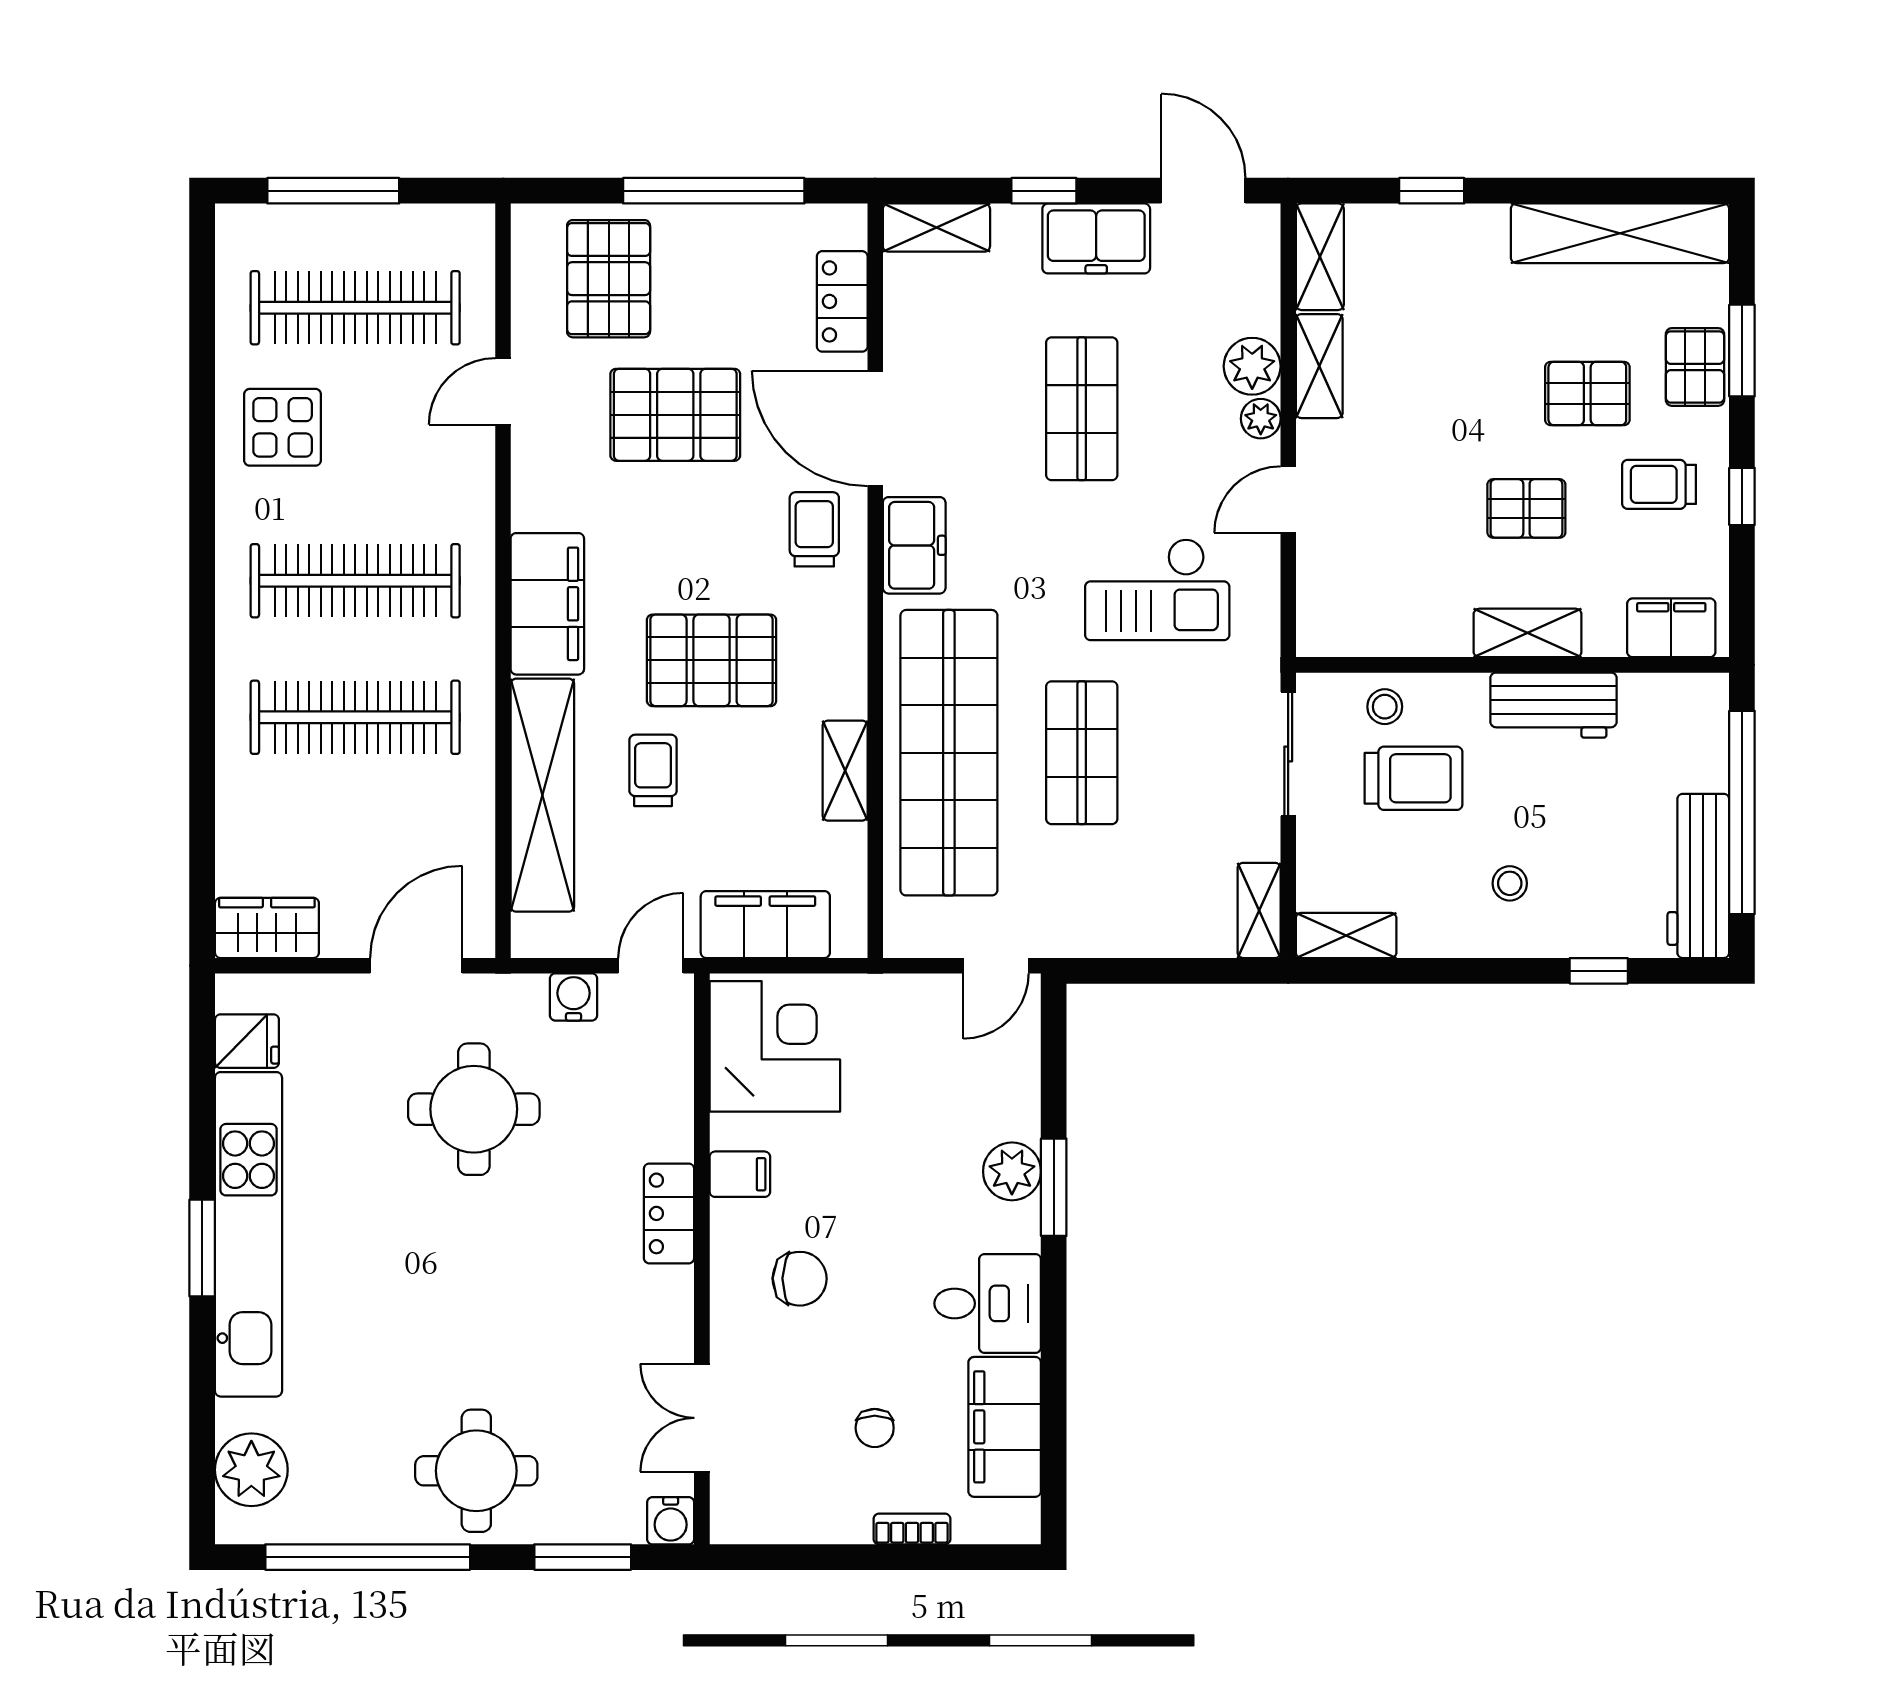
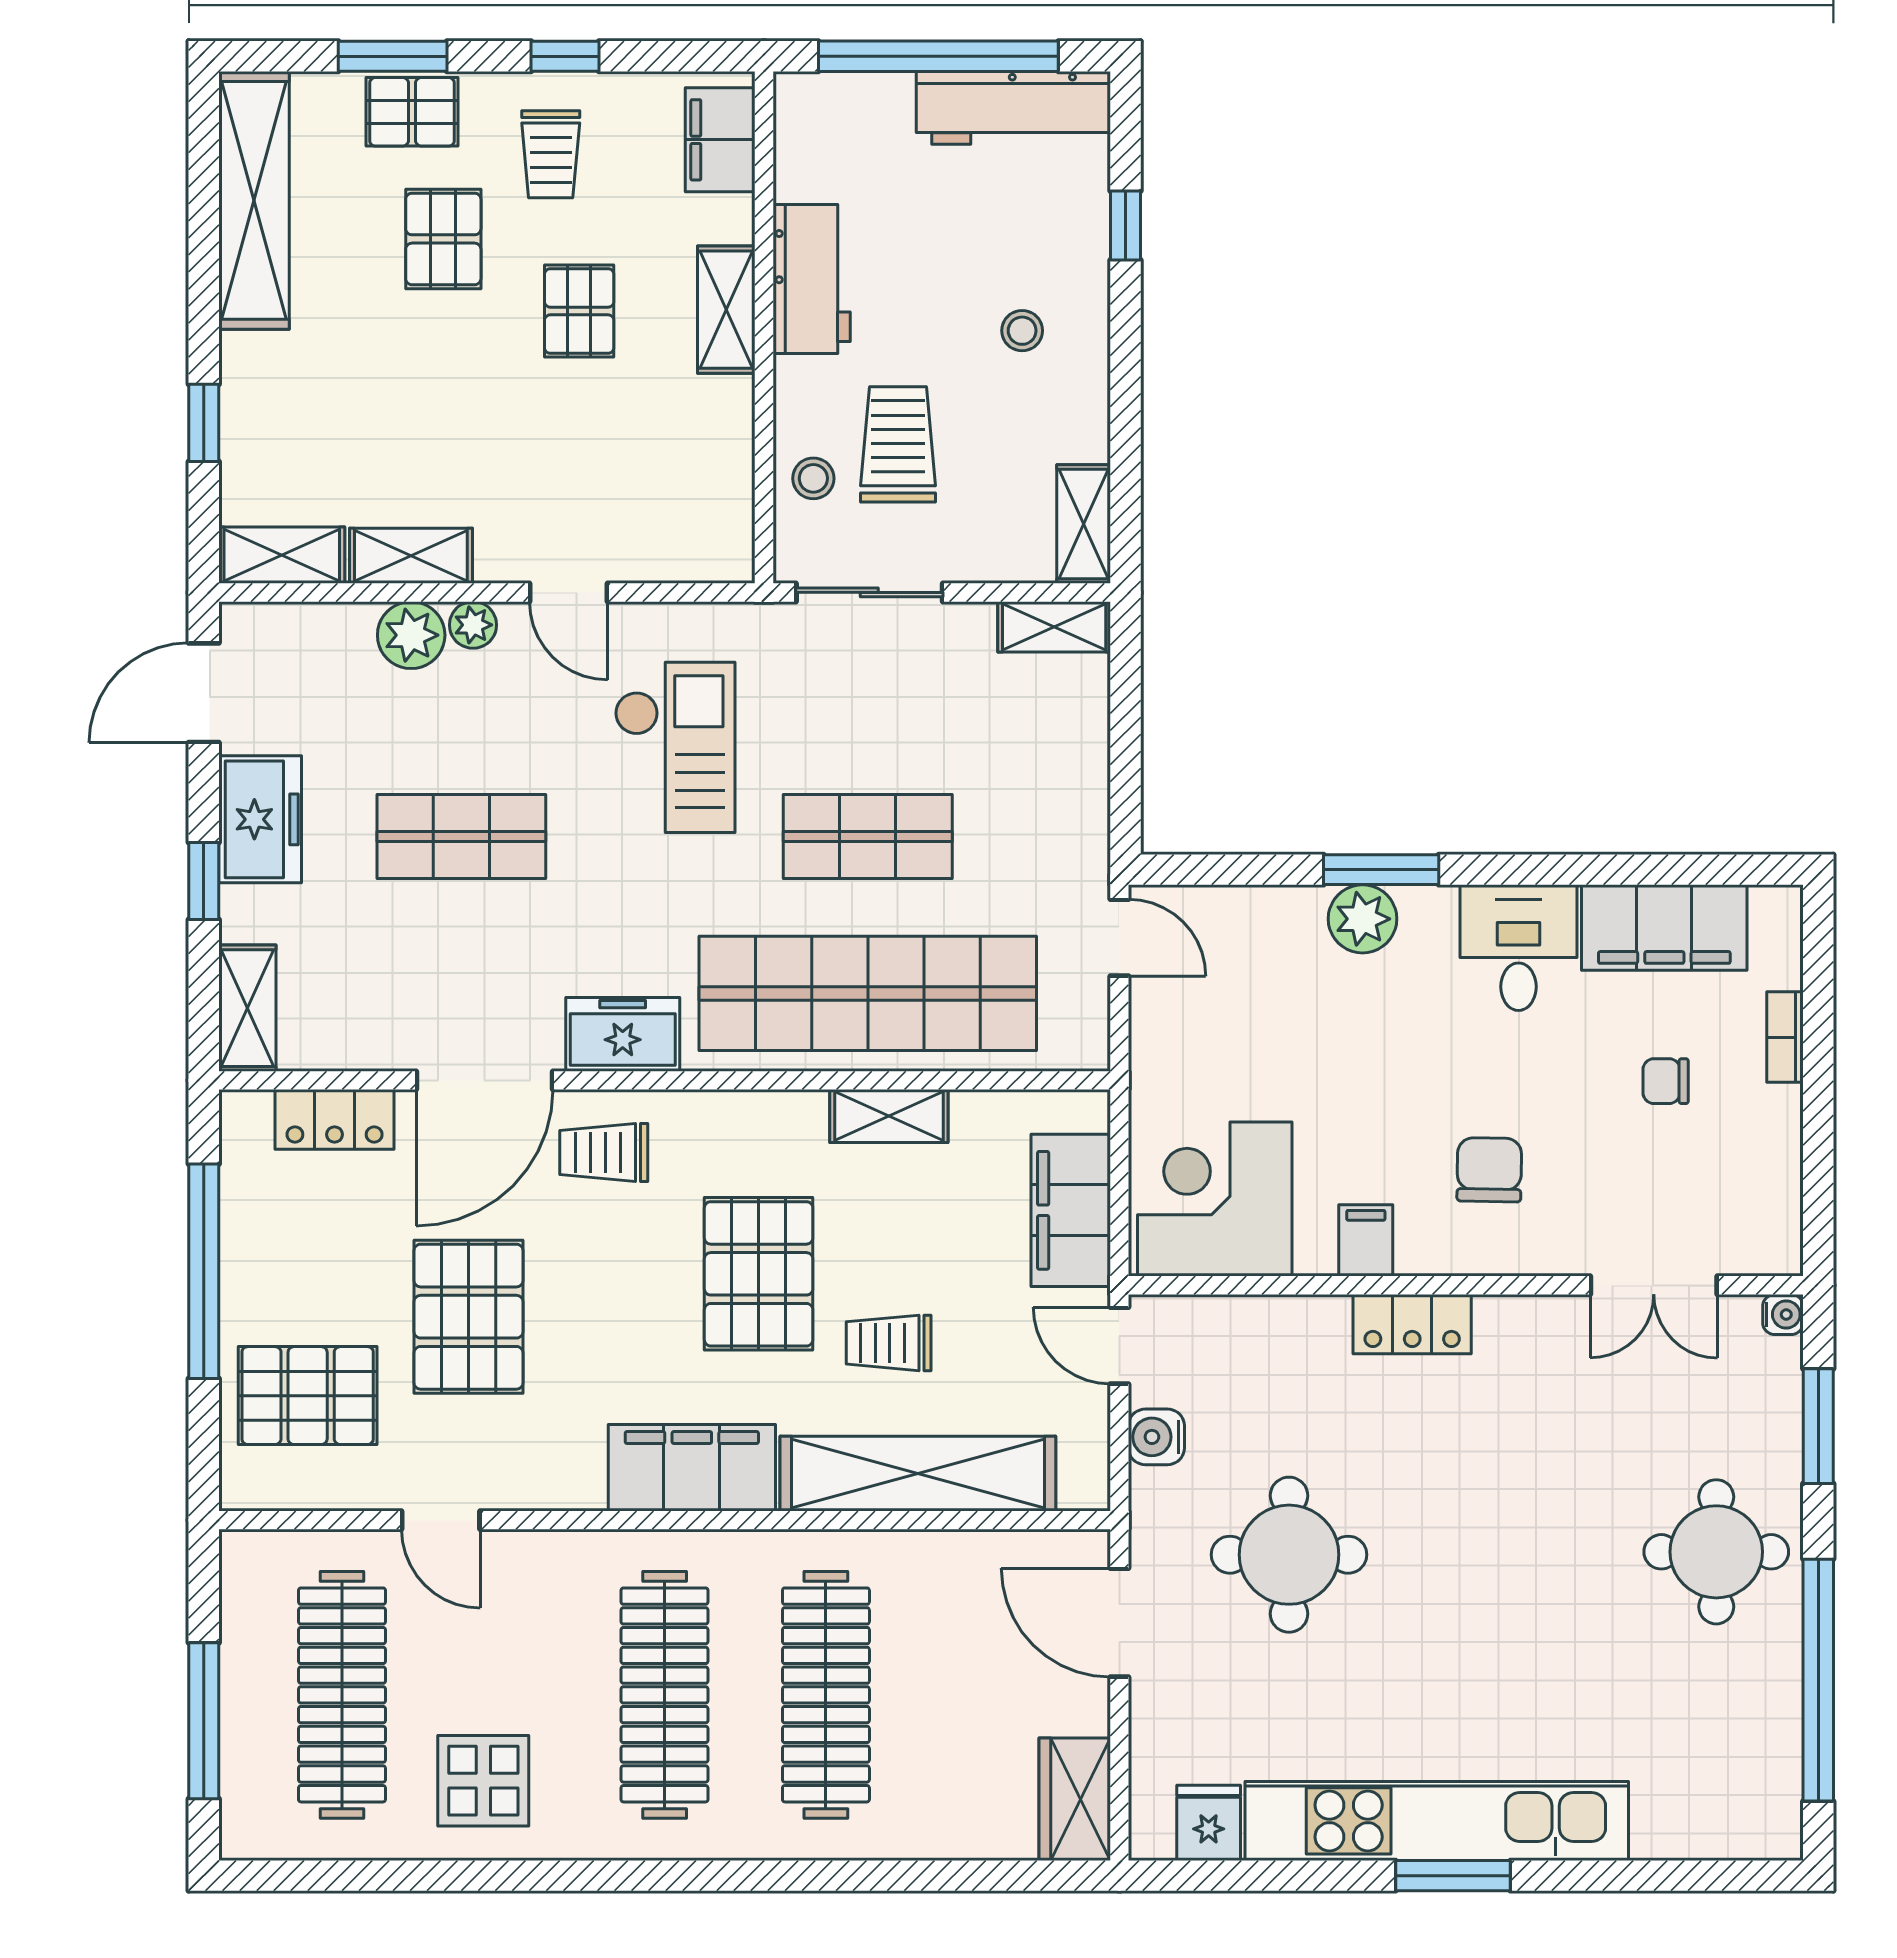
chair: (875, 1428) -> (1666, 1081), turned 180
plant: (251, 1470) -> (1715, 1818), removed
water cooler: (671, 1521) -> (1783, 1314), width x0.72, depth x0.72

